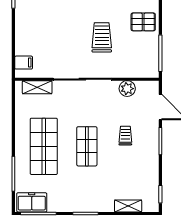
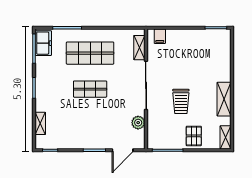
trolley: (102, 37) -> (181, 101), turned 90
trolley: (125, 136) -> (99, 121), removed

